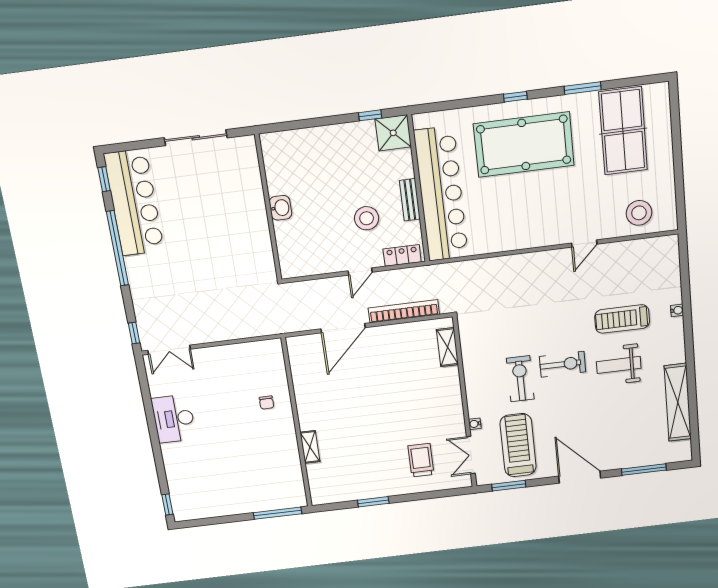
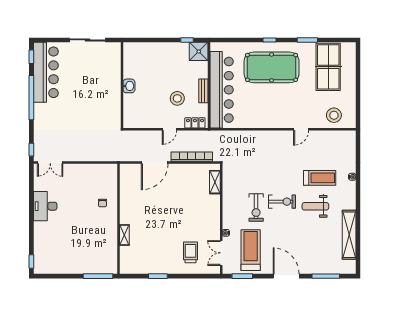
treadmill: (622, 319) -> (320, 178), turned 180
exercise bike: (520, 379) -> (256, 208), turned 180

